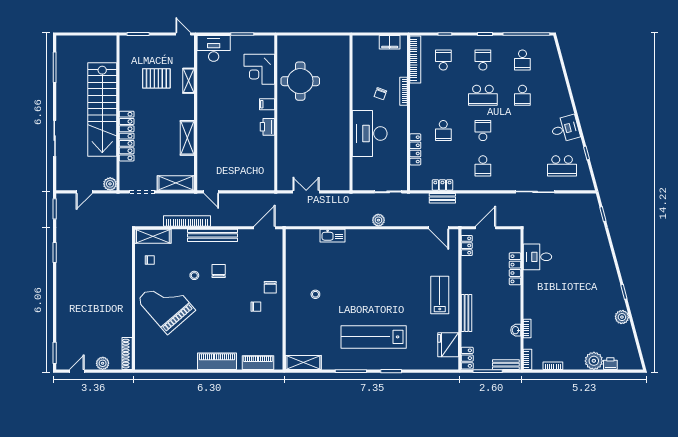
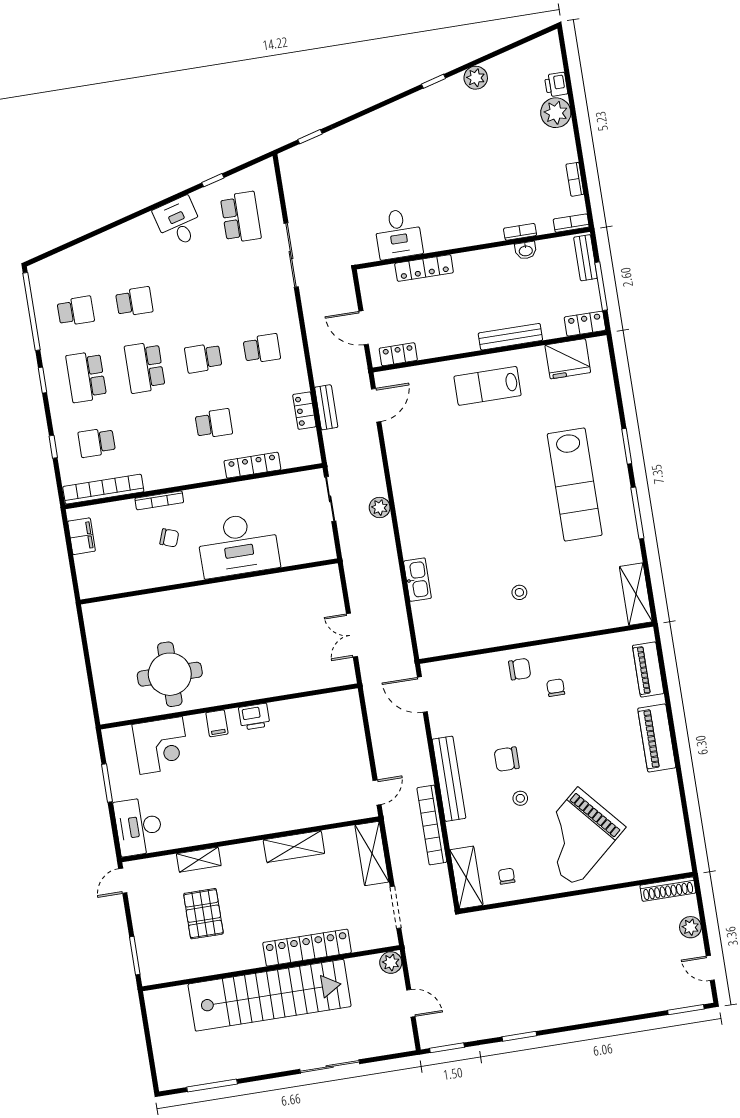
school desk: (483, 60) -> (86, 377), width x1.85
school desk: (483, 95) -> (145, 367), turned 180

